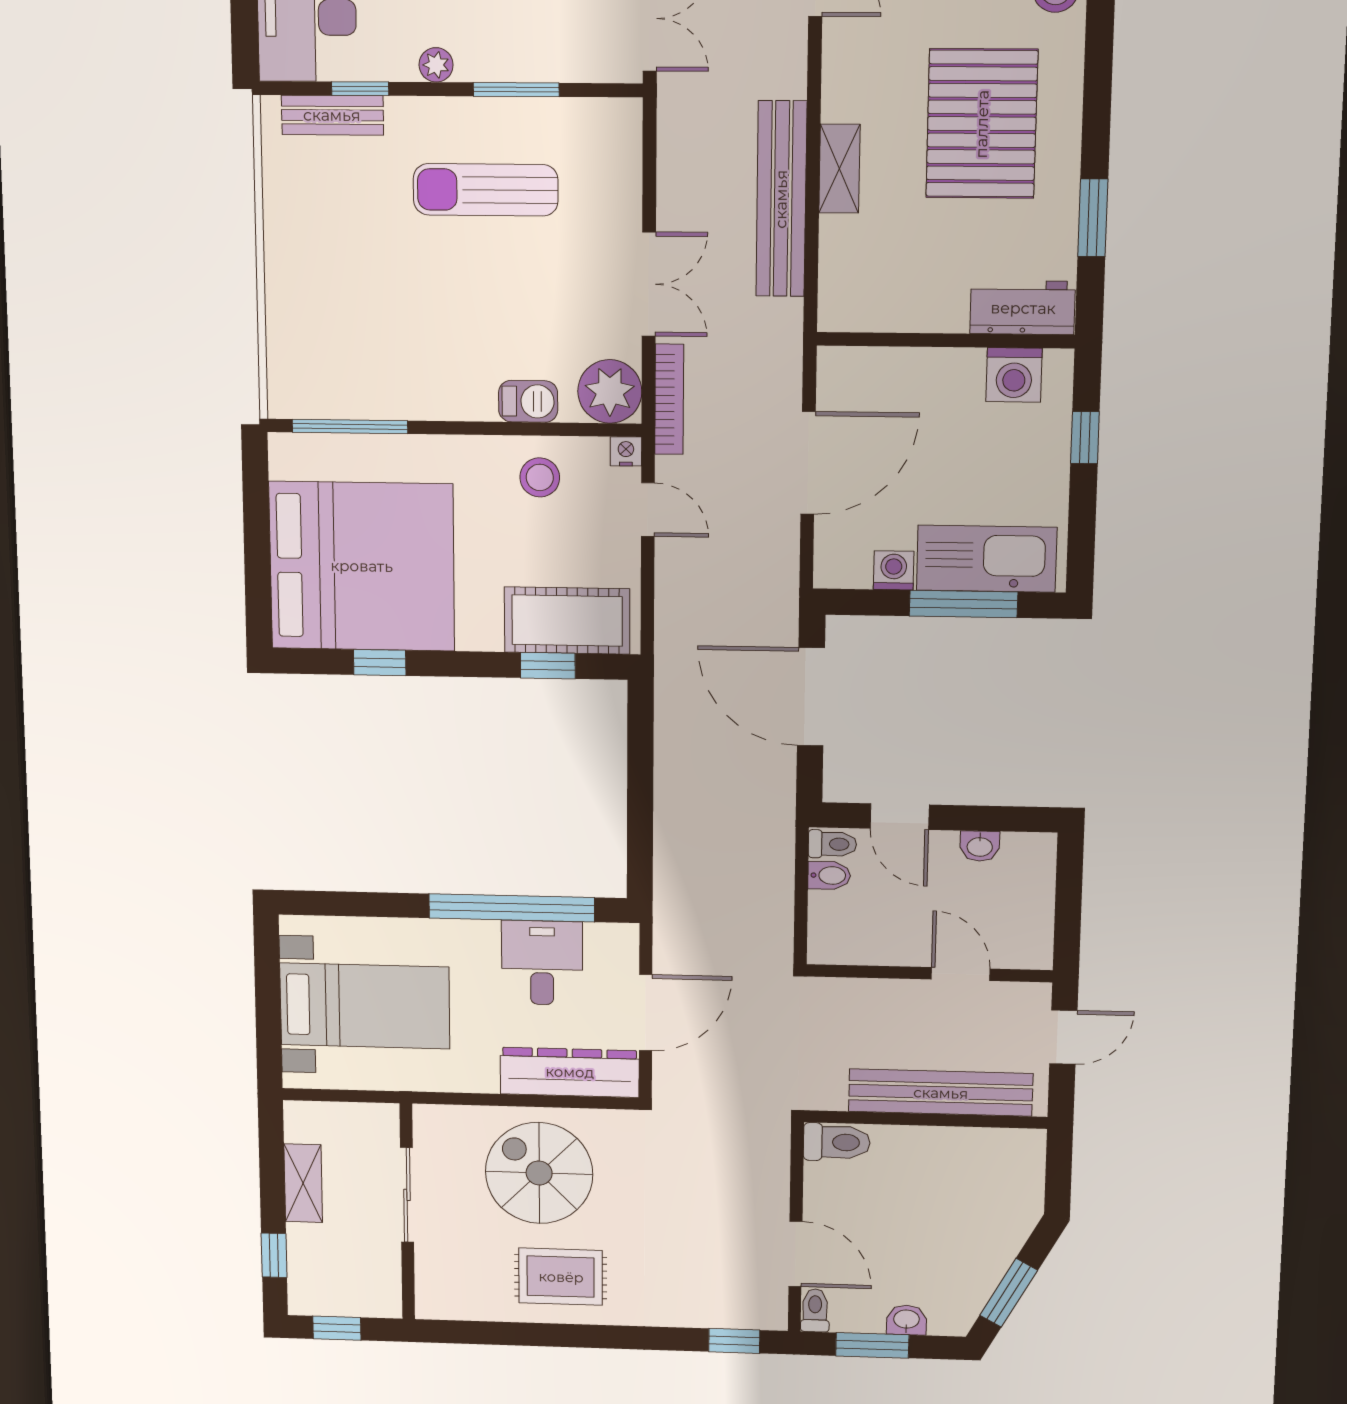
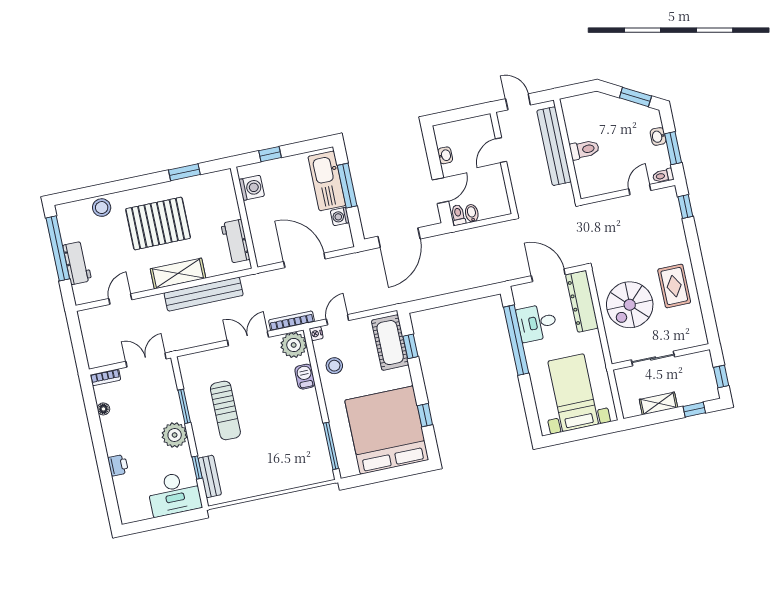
plant: (436, 65) -> (175, 435), width x1.88, depth x1.88
shelving: (839, 169) -> (178, 274), width x1.50, depth x1.33
workbench: (1023, 308) -> (235, 241), moved
toilet: (837, 1142) -> (584, 150), moved, turned 90
door: (795, 1254) -> (640, 190), width x0.73

